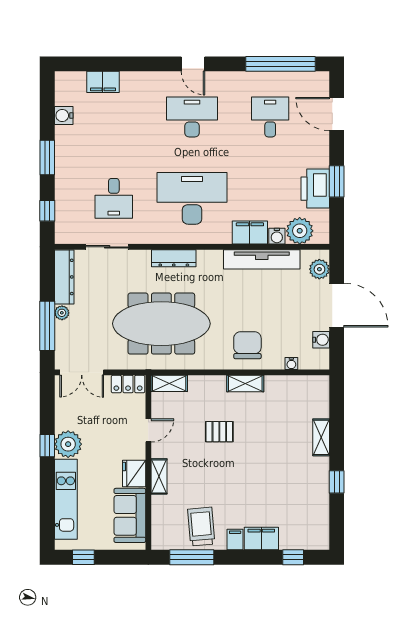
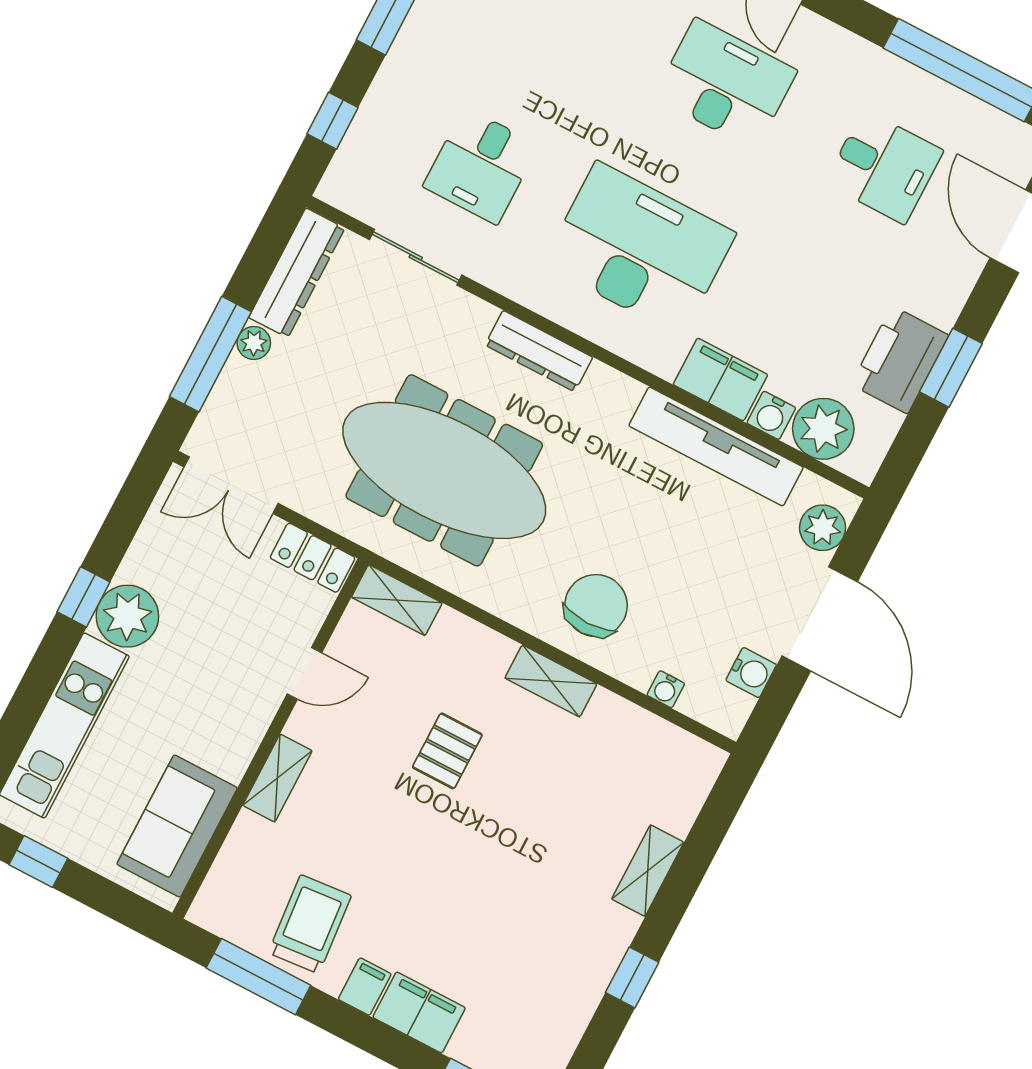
desk: (270, 117) -> (884, 167), turned 90
pallet: (219, 432) -> (447, 751), turned 90
fridge: (134, 473) -> (230, 745), removed

